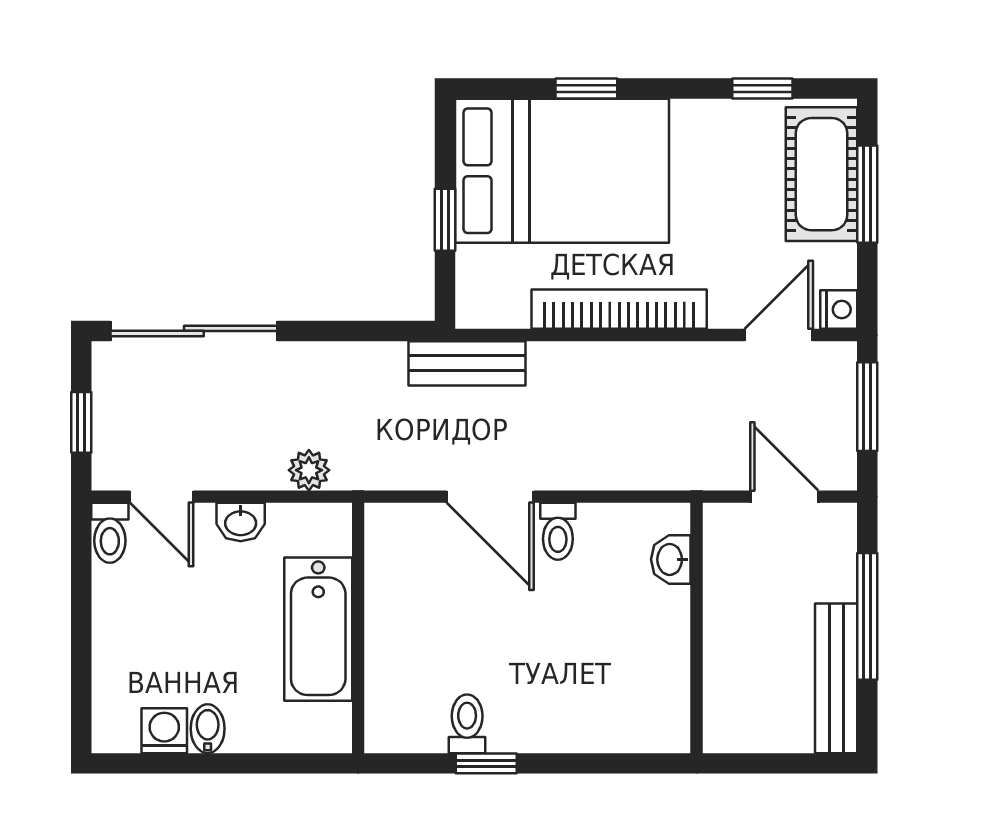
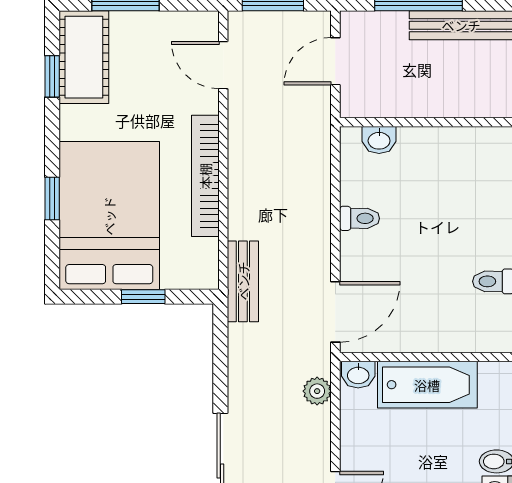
cot: (822, 174) -> (84, 57), moved, turned 90
nightstand: (839, 310) -> (206, 23), removed
door: (490, 497) -> (335, 312), moved
washbasin: (241, 522) -> (358, 375), moved, turned 90

